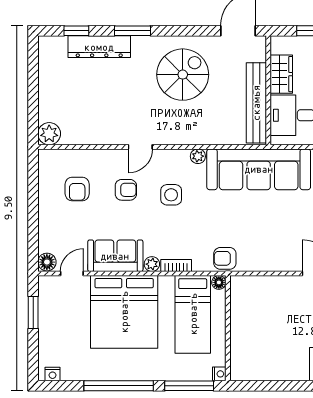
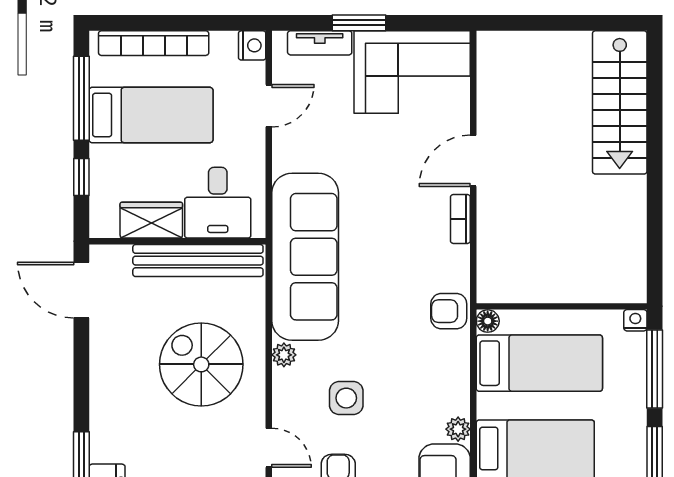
spiral stairs: (183, 75) -> (201, 364), moved
armchair: (225, 258) -> (449, 311), turned 90
bookcase: (176, 266) -> (460, 219), moved

